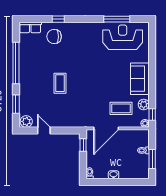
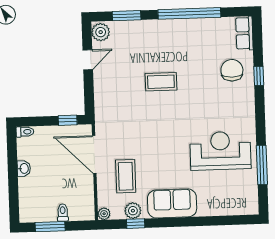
reception desk: (123, 37) -> (220, 151), moved, turned -90
window: (152, 114) -> (136, 224), moved

